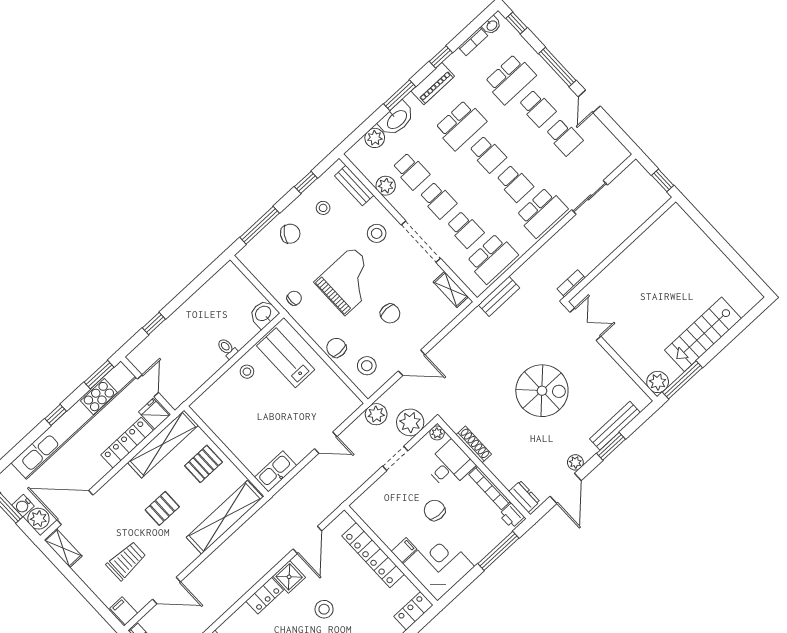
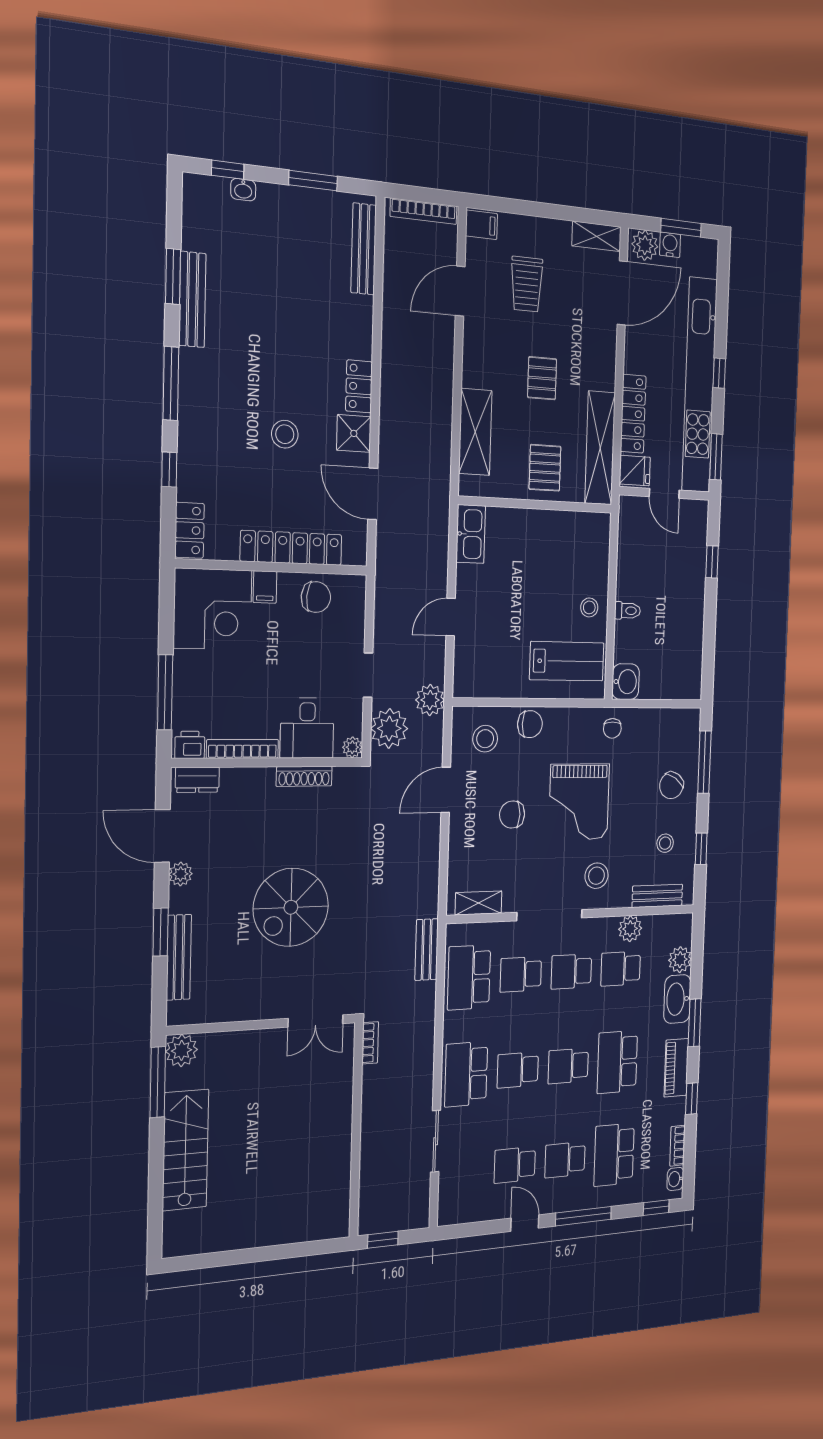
chair: (435, 510) -> (316, 597), moved
shelving: (225, 517) -> (475, 432), width x0.68

